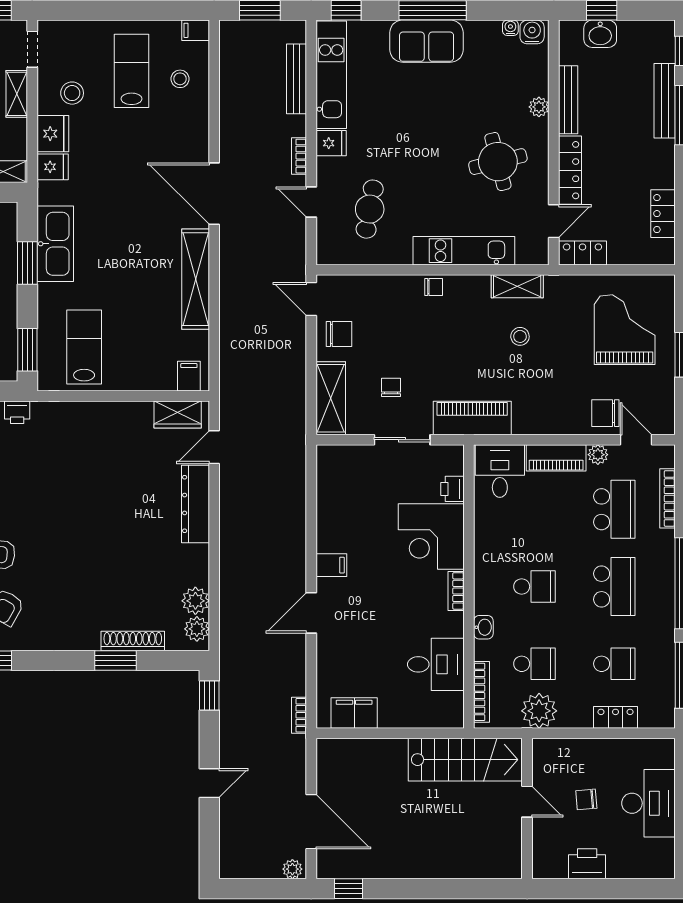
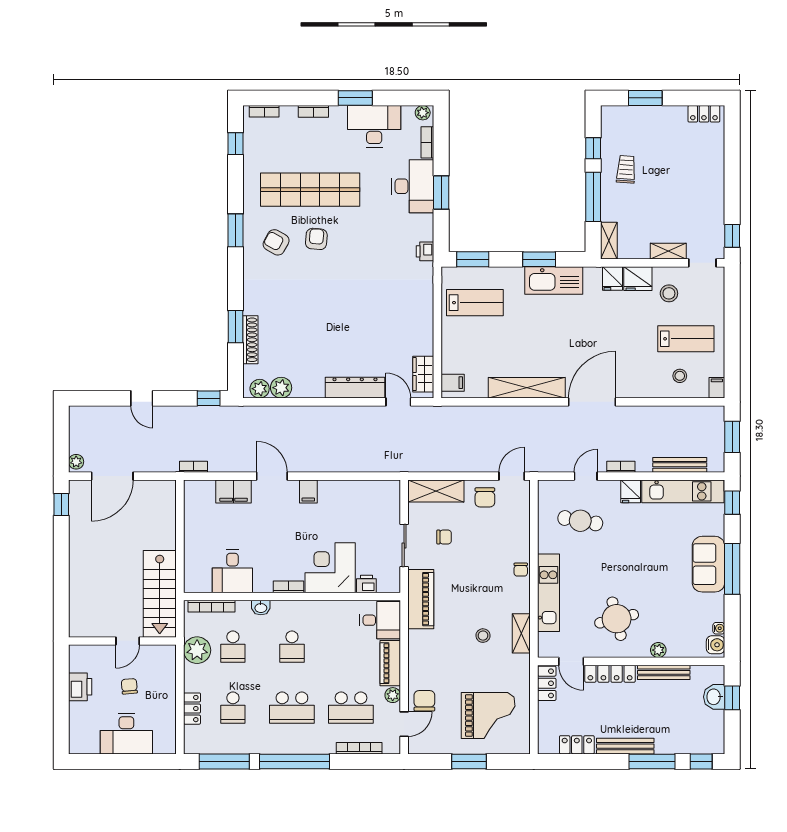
bench: (665, 101) -> (625, 746), moved
filing cabinet: (354, 713) -> (234, 491), moved, turned 90

